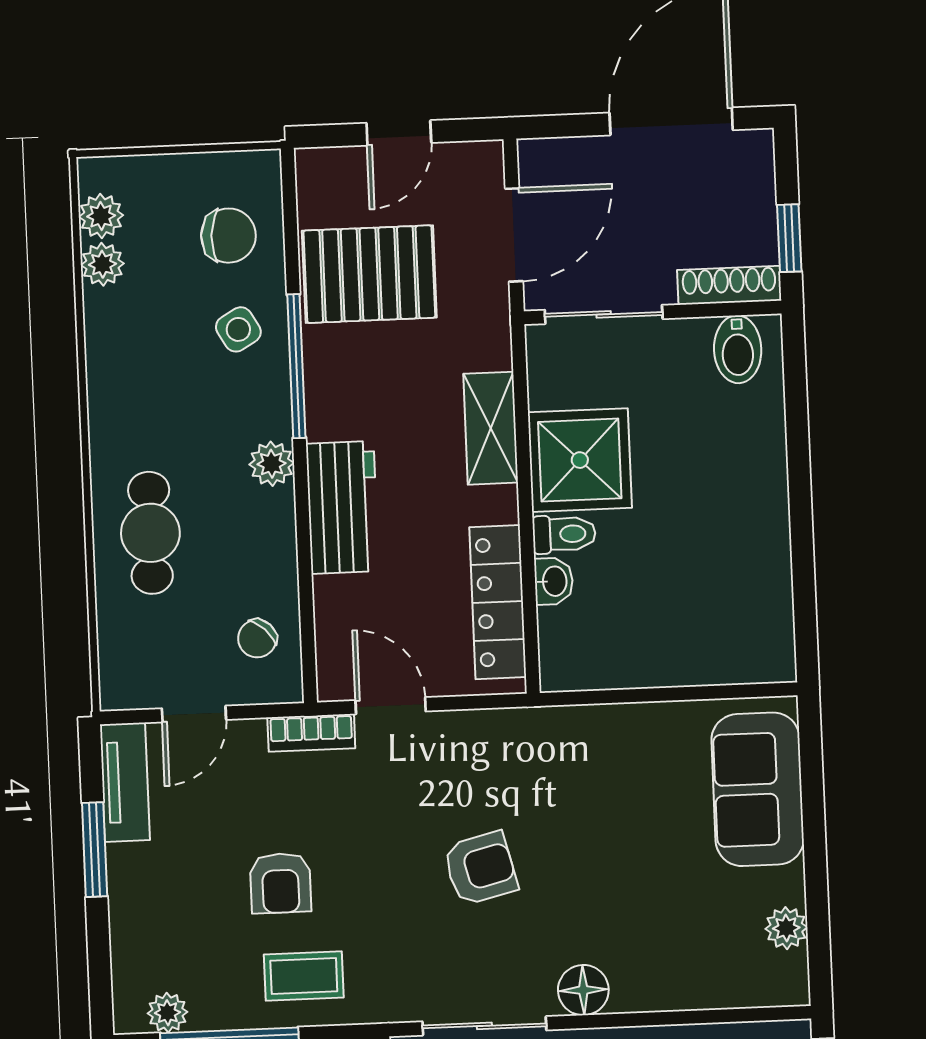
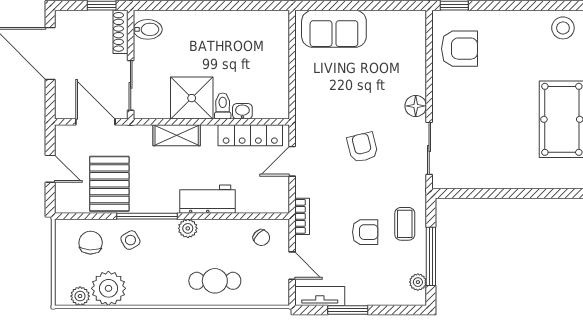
plant: (102, 264) -> (108, 288), width x1.87, depth x1.87
door: (391, 706) -> (292, 161), moved
plant: (786, 928) -> (393, 19), removed

